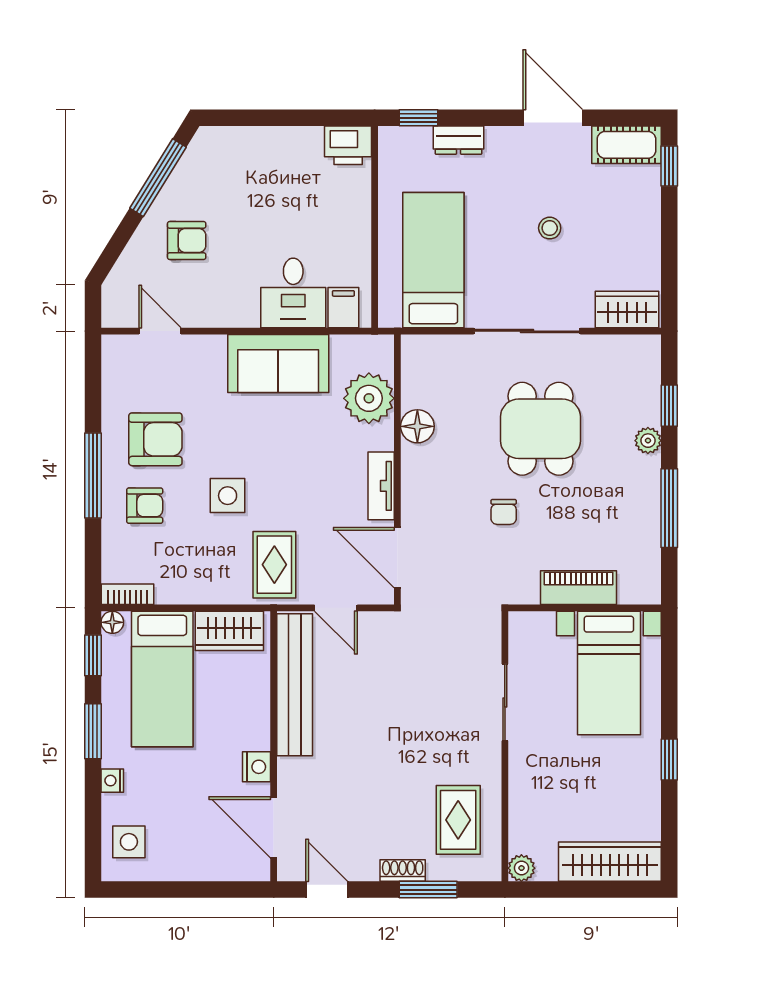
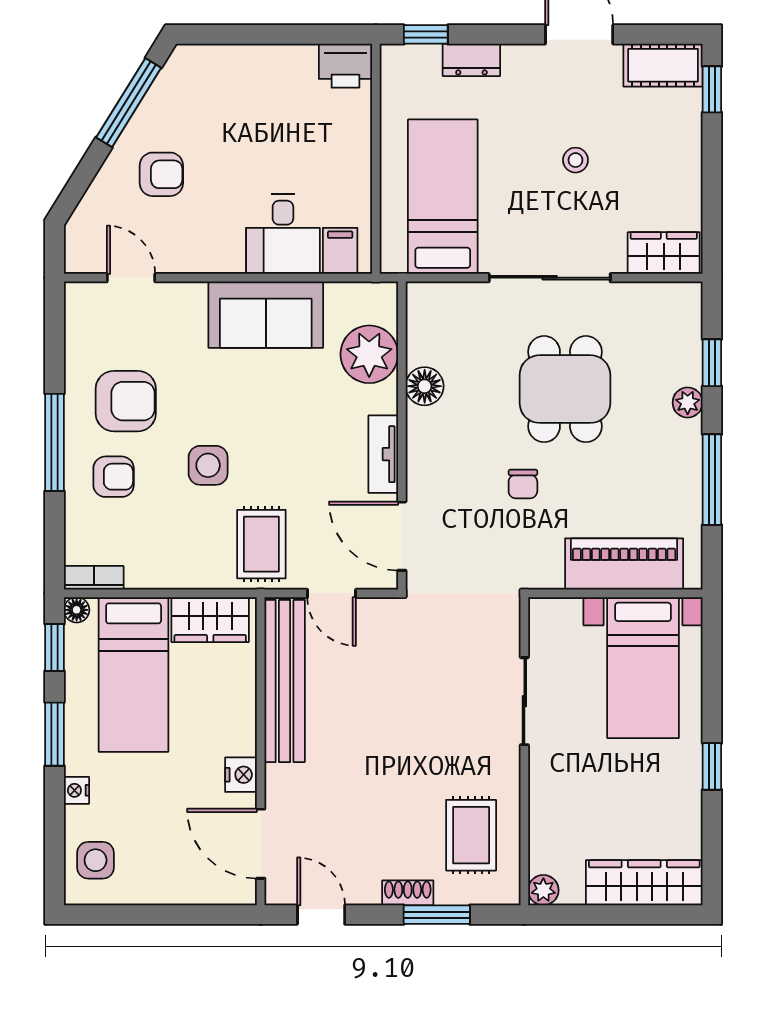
piano: (578, 588) -> (624, 564), width x1.37, depth x1.33

